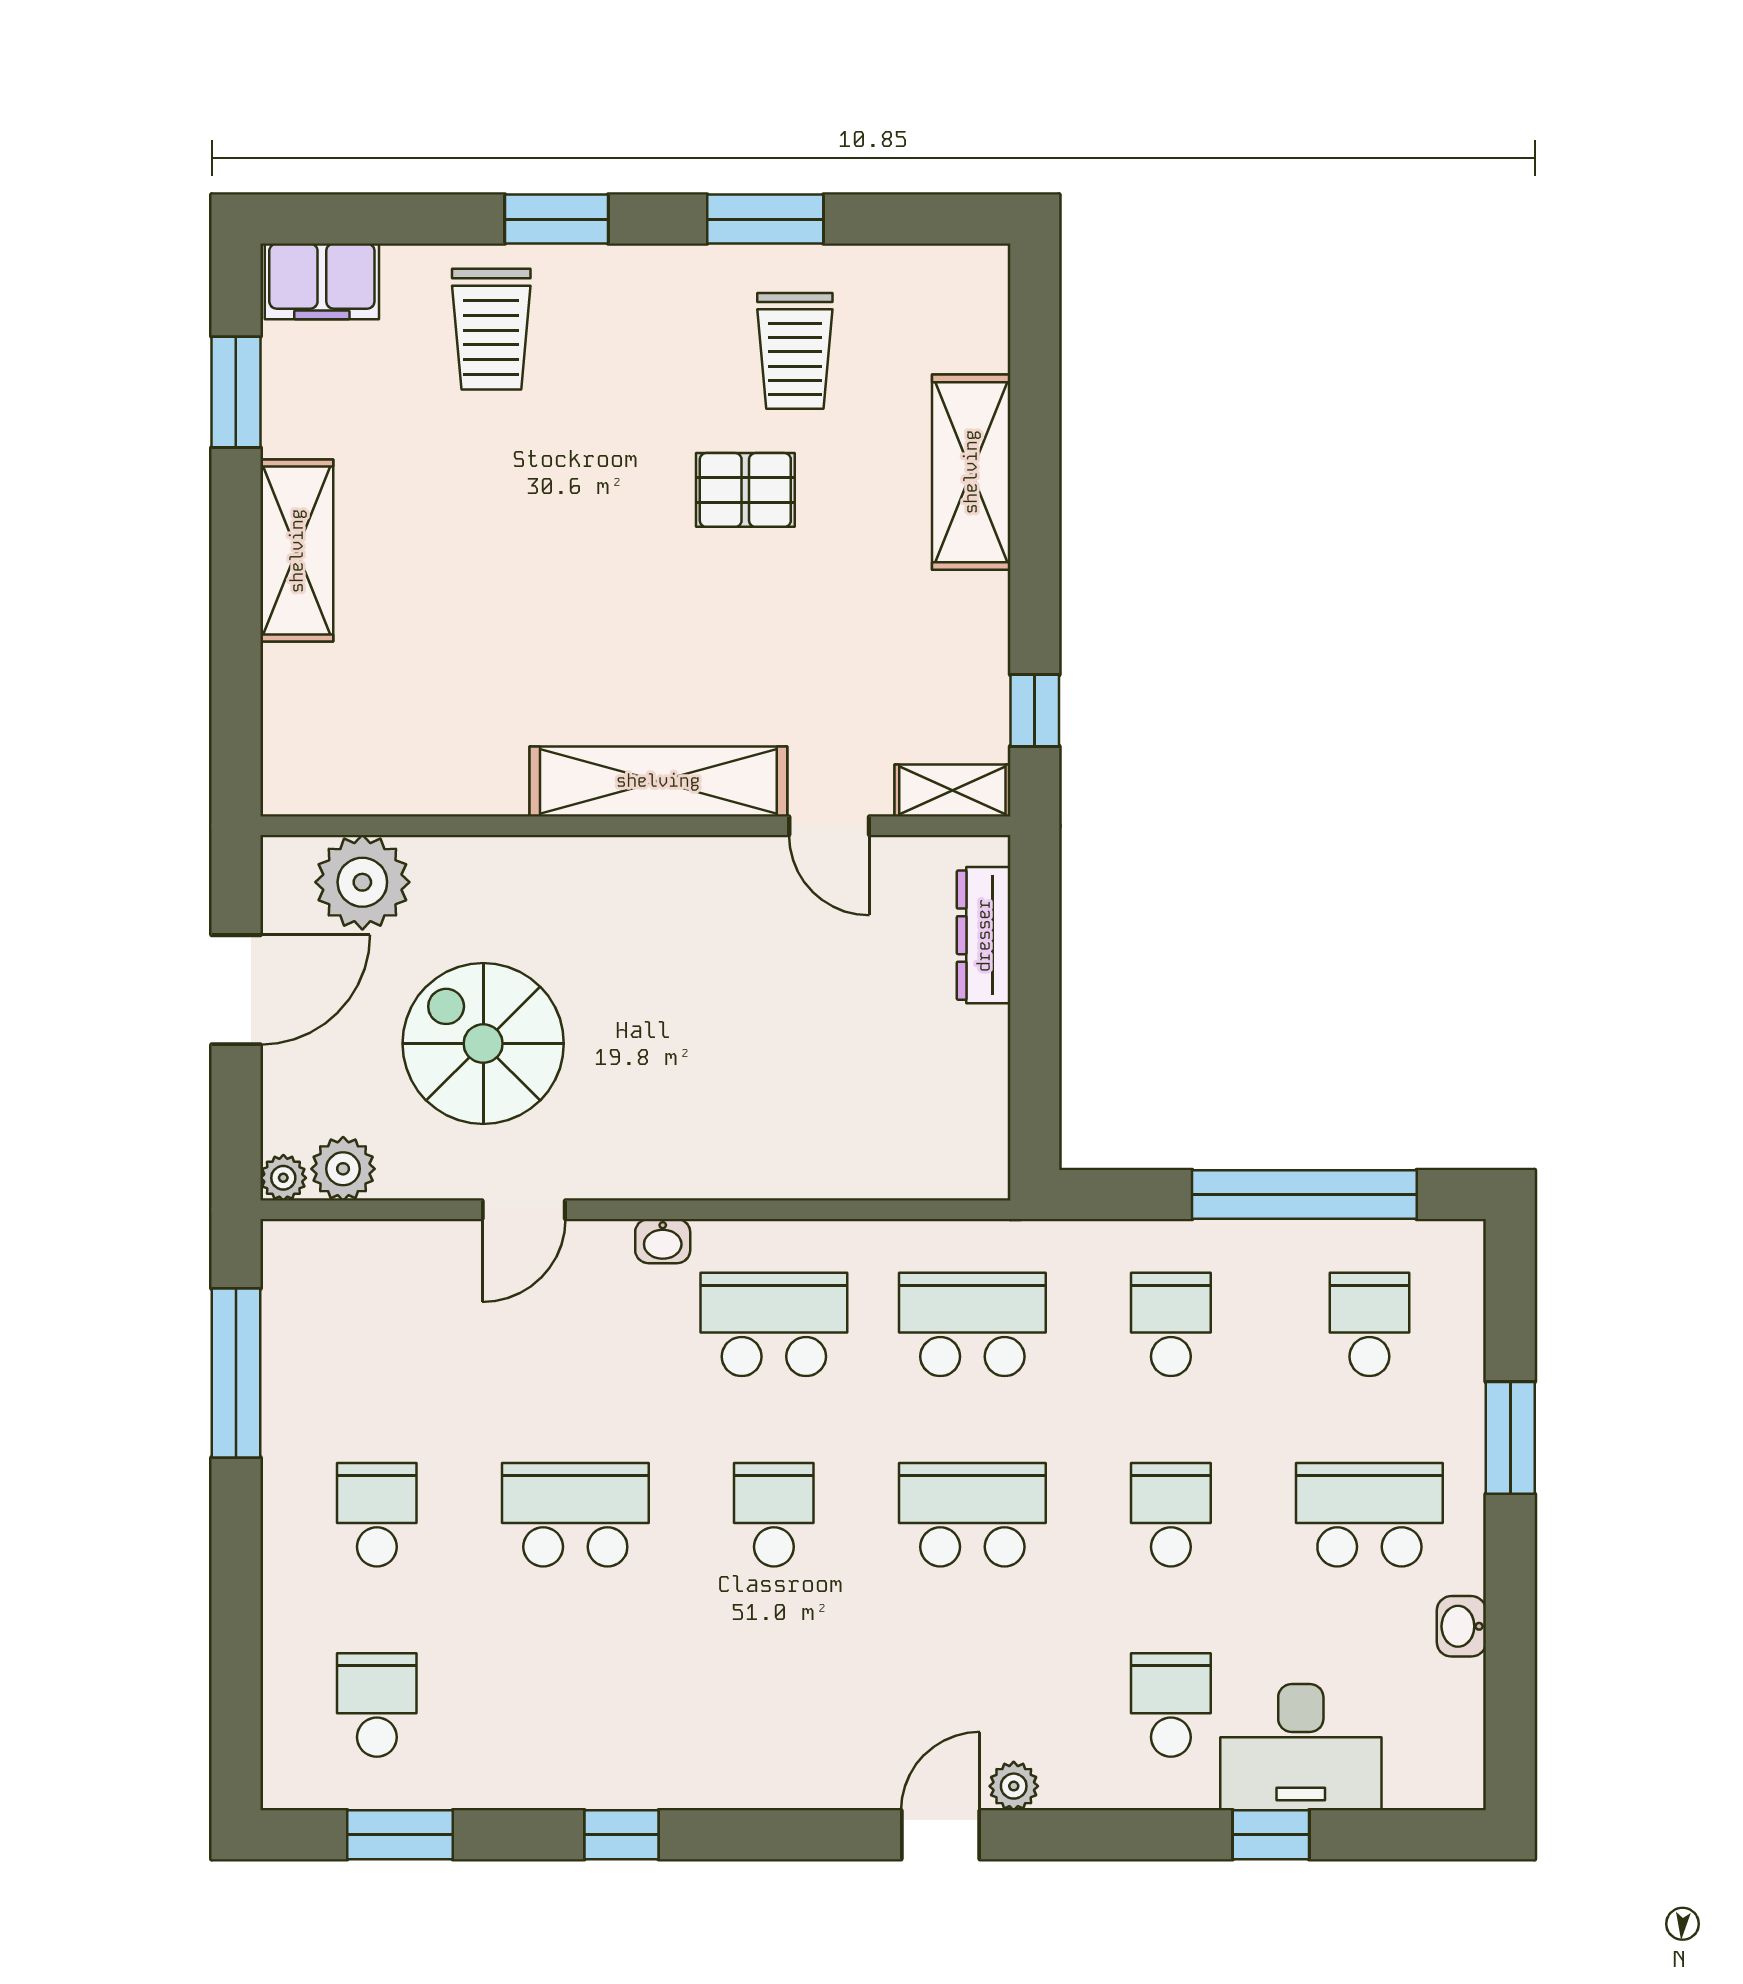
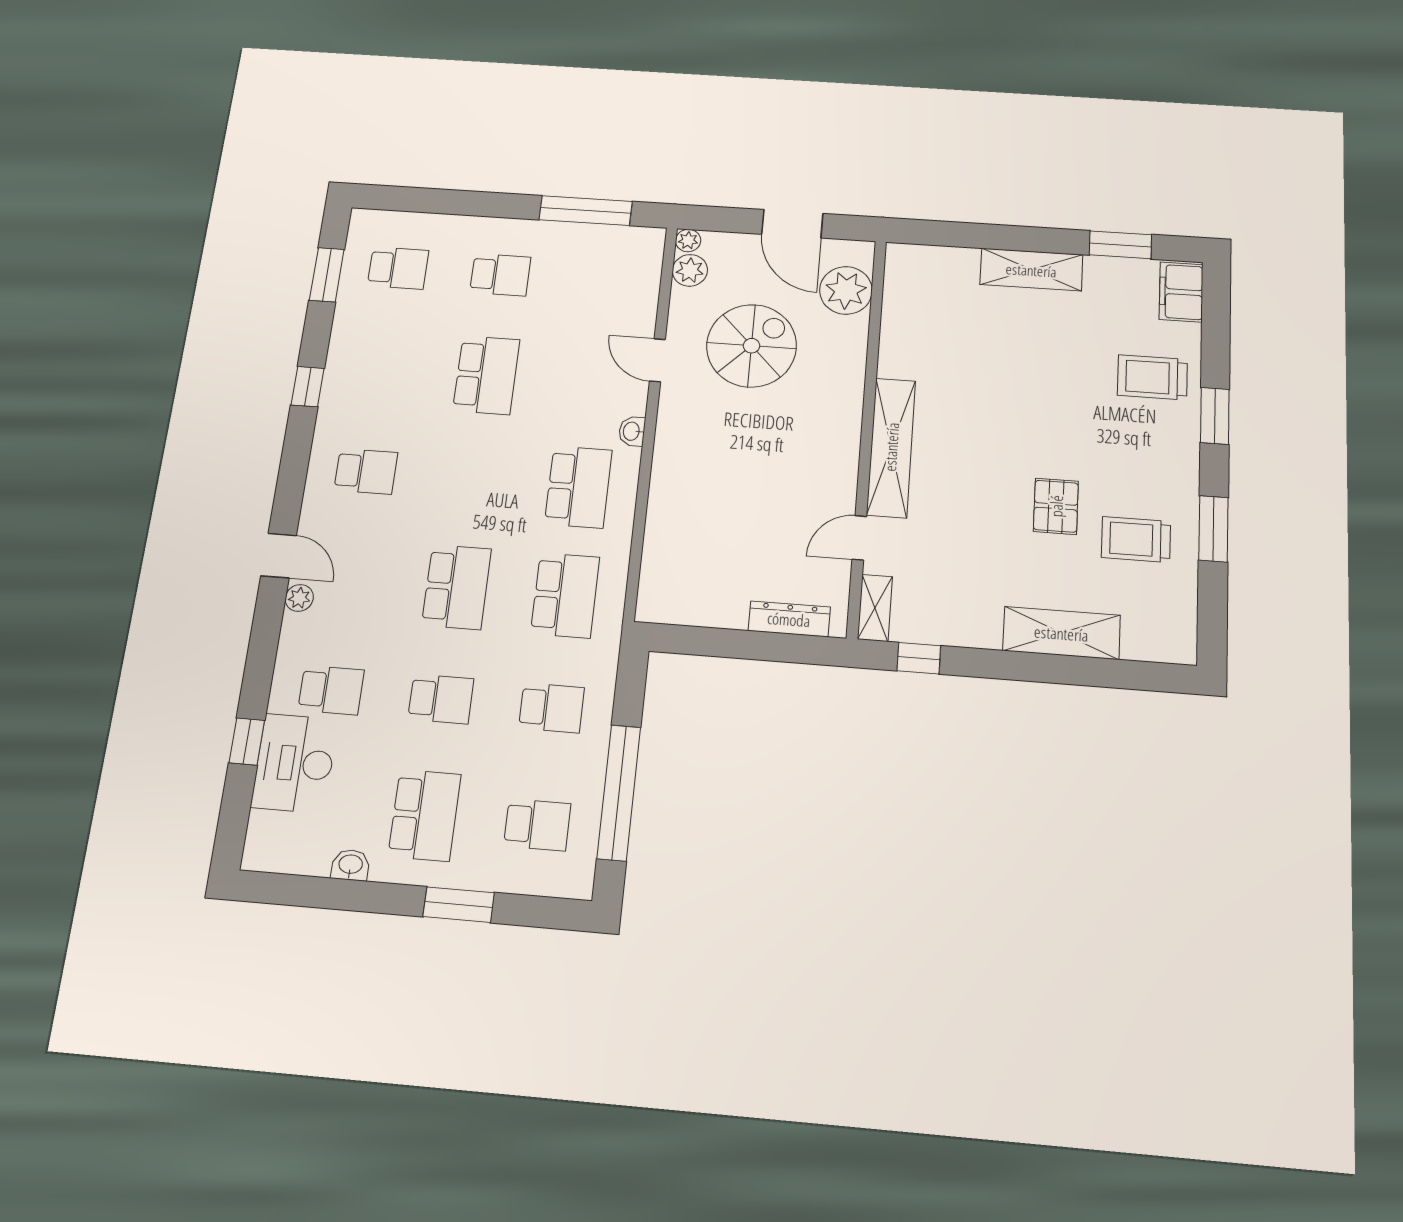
school desk: (774, 1515) -> (366, 471), moved

